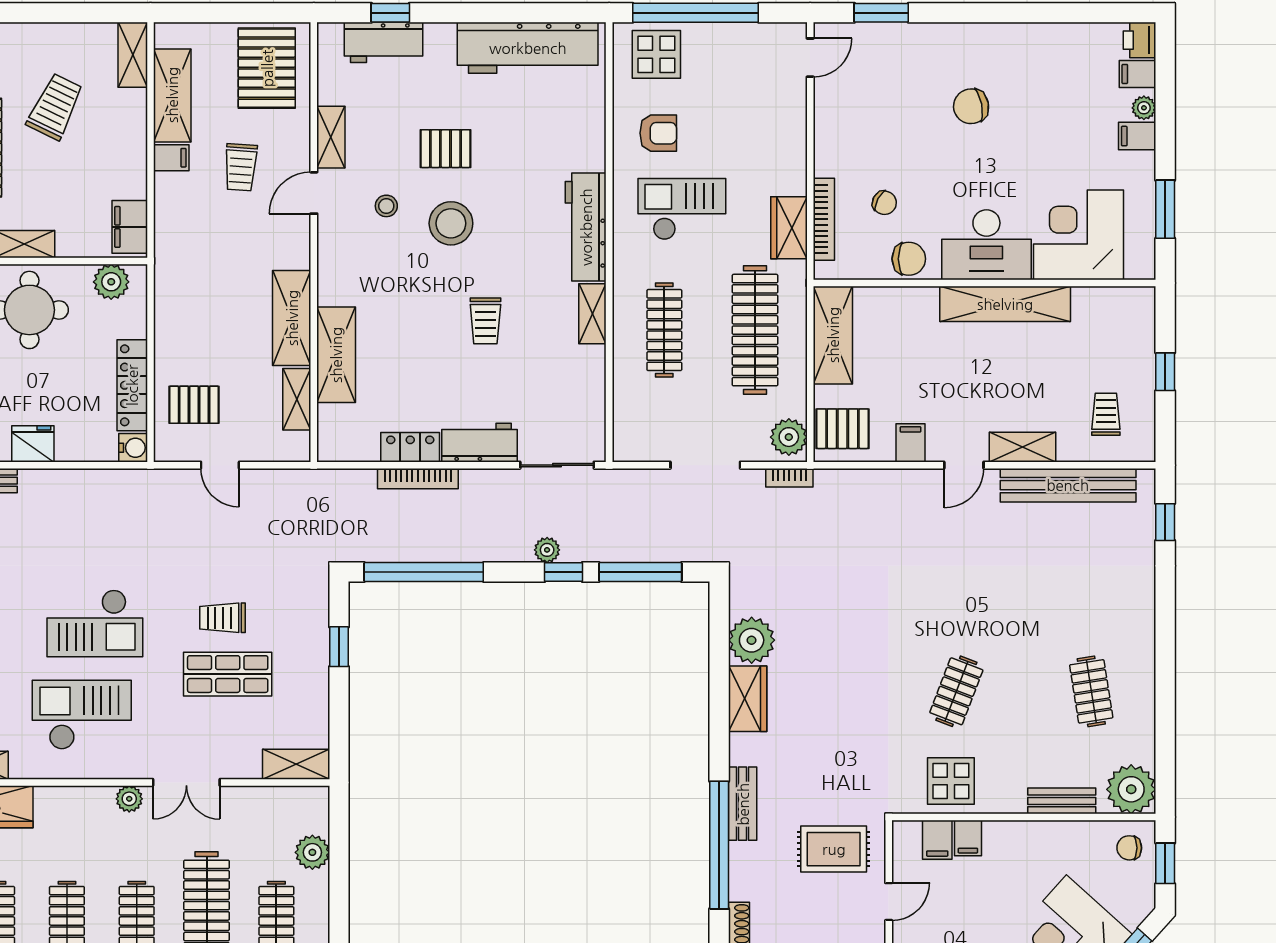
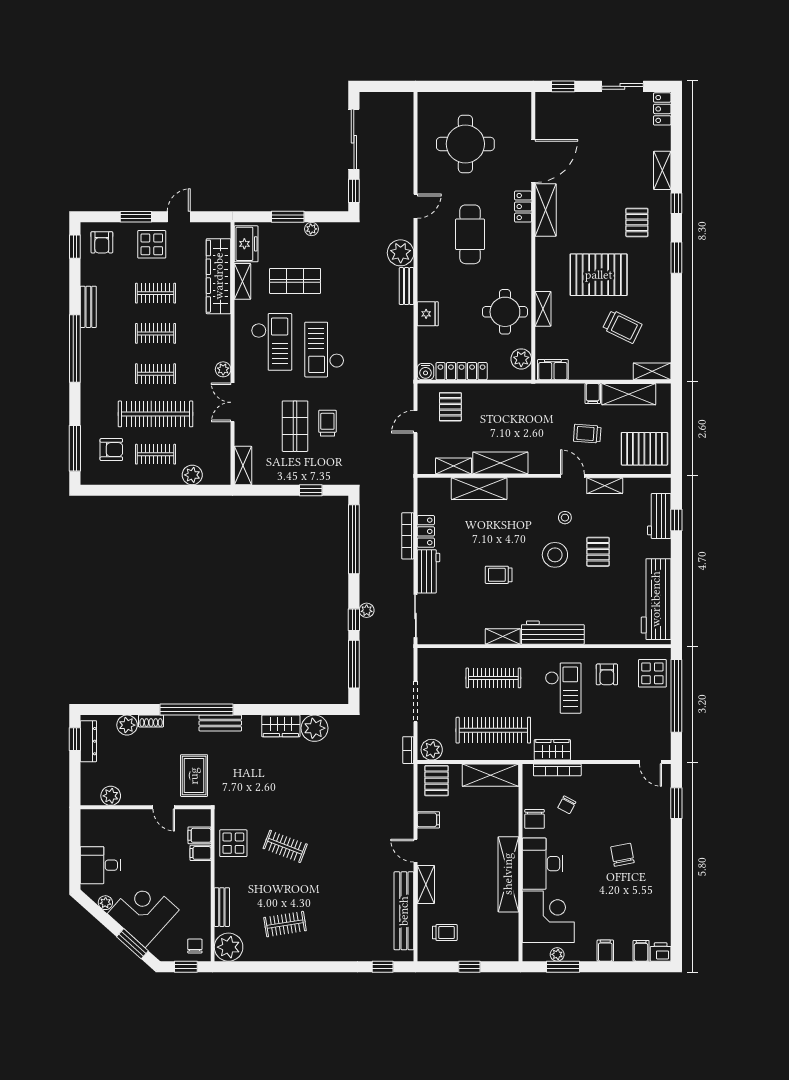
plant: (1144, 108) -> (557, 954), moved

